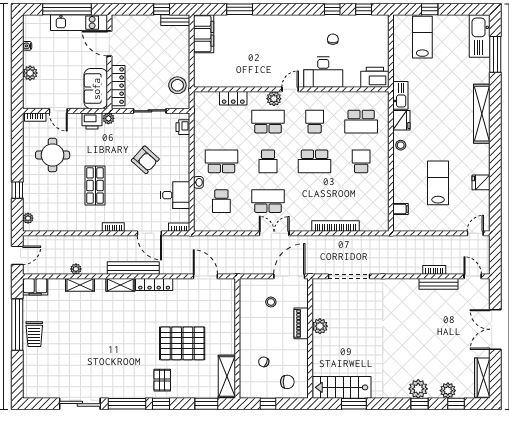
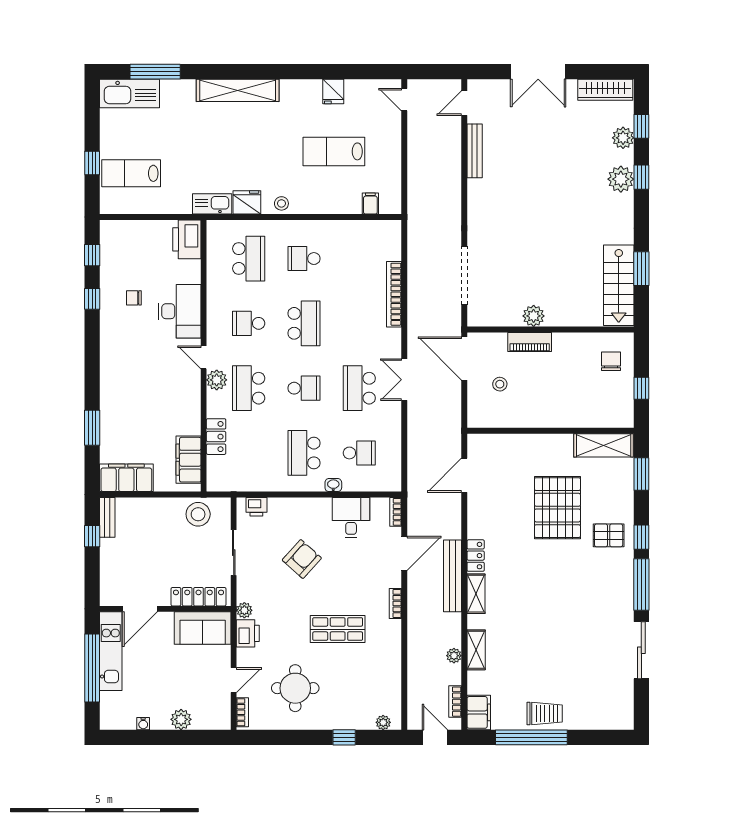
filing cabinet: (217, 78) -> (189, 460), added
bookcase: (434, 270) -> (455, 702), moved
locker: (154, 285) -> (476, 556), width x0.66
chair: (264, 362) -> (583, 394), removed

